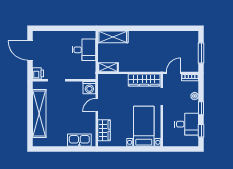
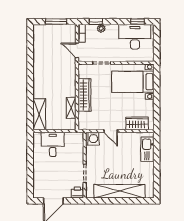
shelving: (108, 67) -> (71, 108), moved
wardrobe: (144, 80) -> (84, 95), moved
window: (201, 108) -> (96, 22), moved
desk: (187, 124) -> (135, 37), width x1.37

